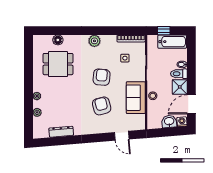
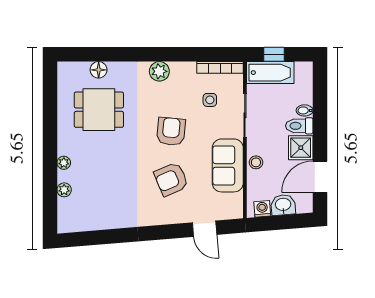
bathtub: (172, 42) -> (270, 73), moved
armchair: (102, 106) -> (171, 179), turned -98
washing machine: (182, 122) -> (262, 209), moved
dresser: (61, 132) -> (104, 222), removed

